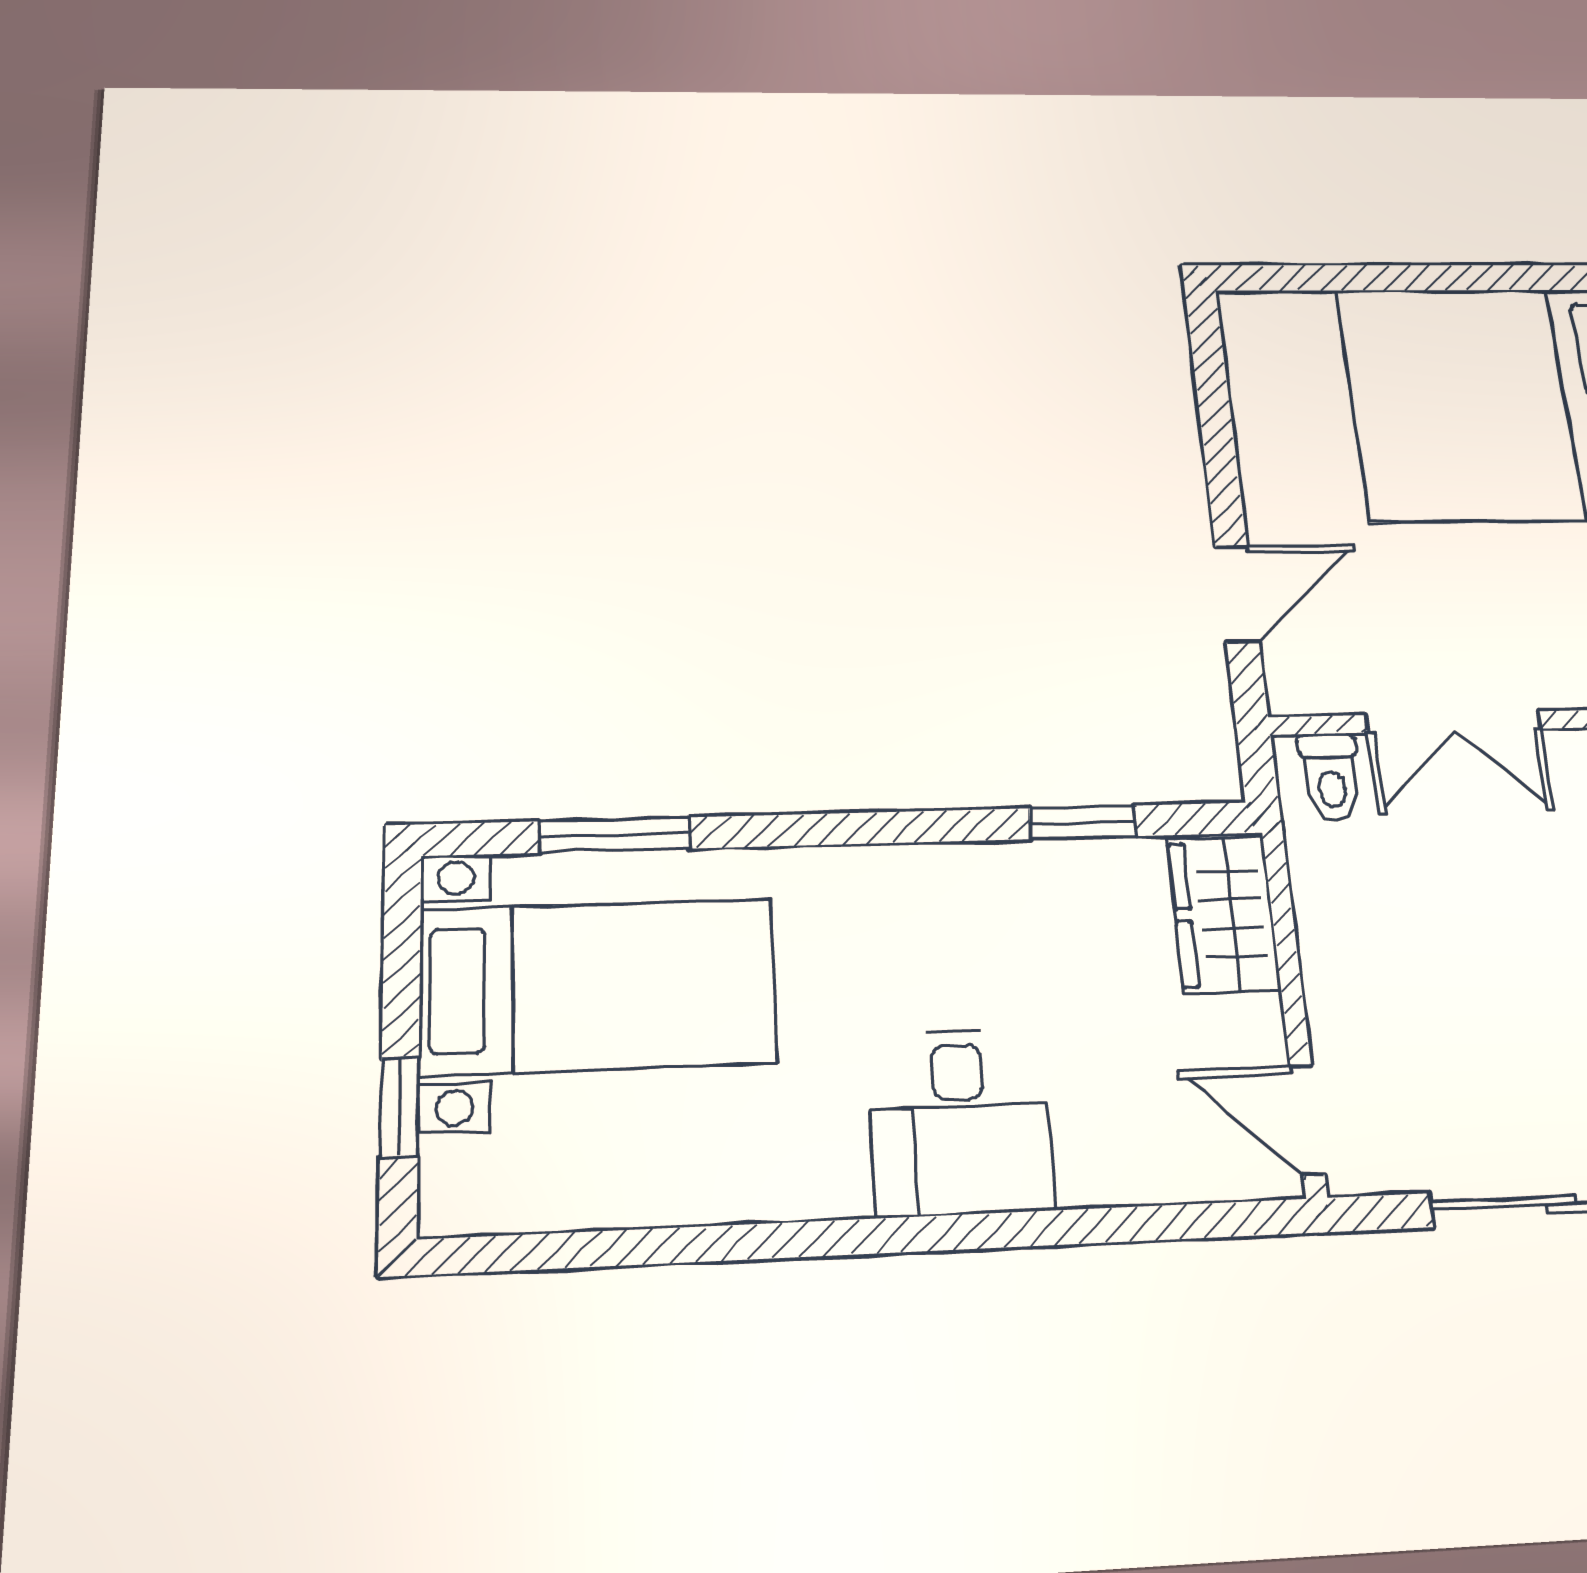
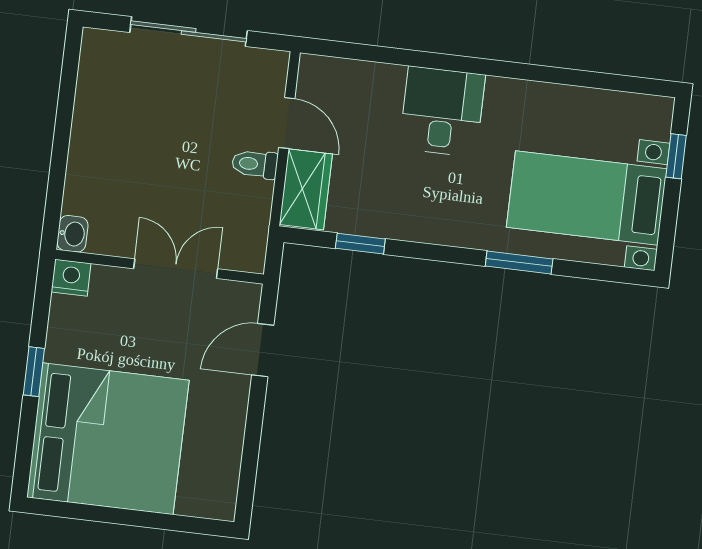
toilet: (1331, 777) -> (255, 164), moved, turned -90
window: (614, 835) -> (519, 262), moved
door: (1307, 1120) -> (287, 123), moved

